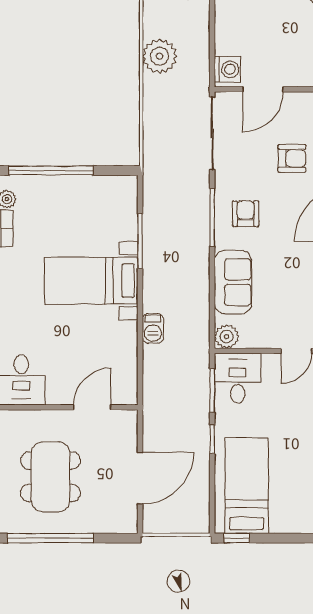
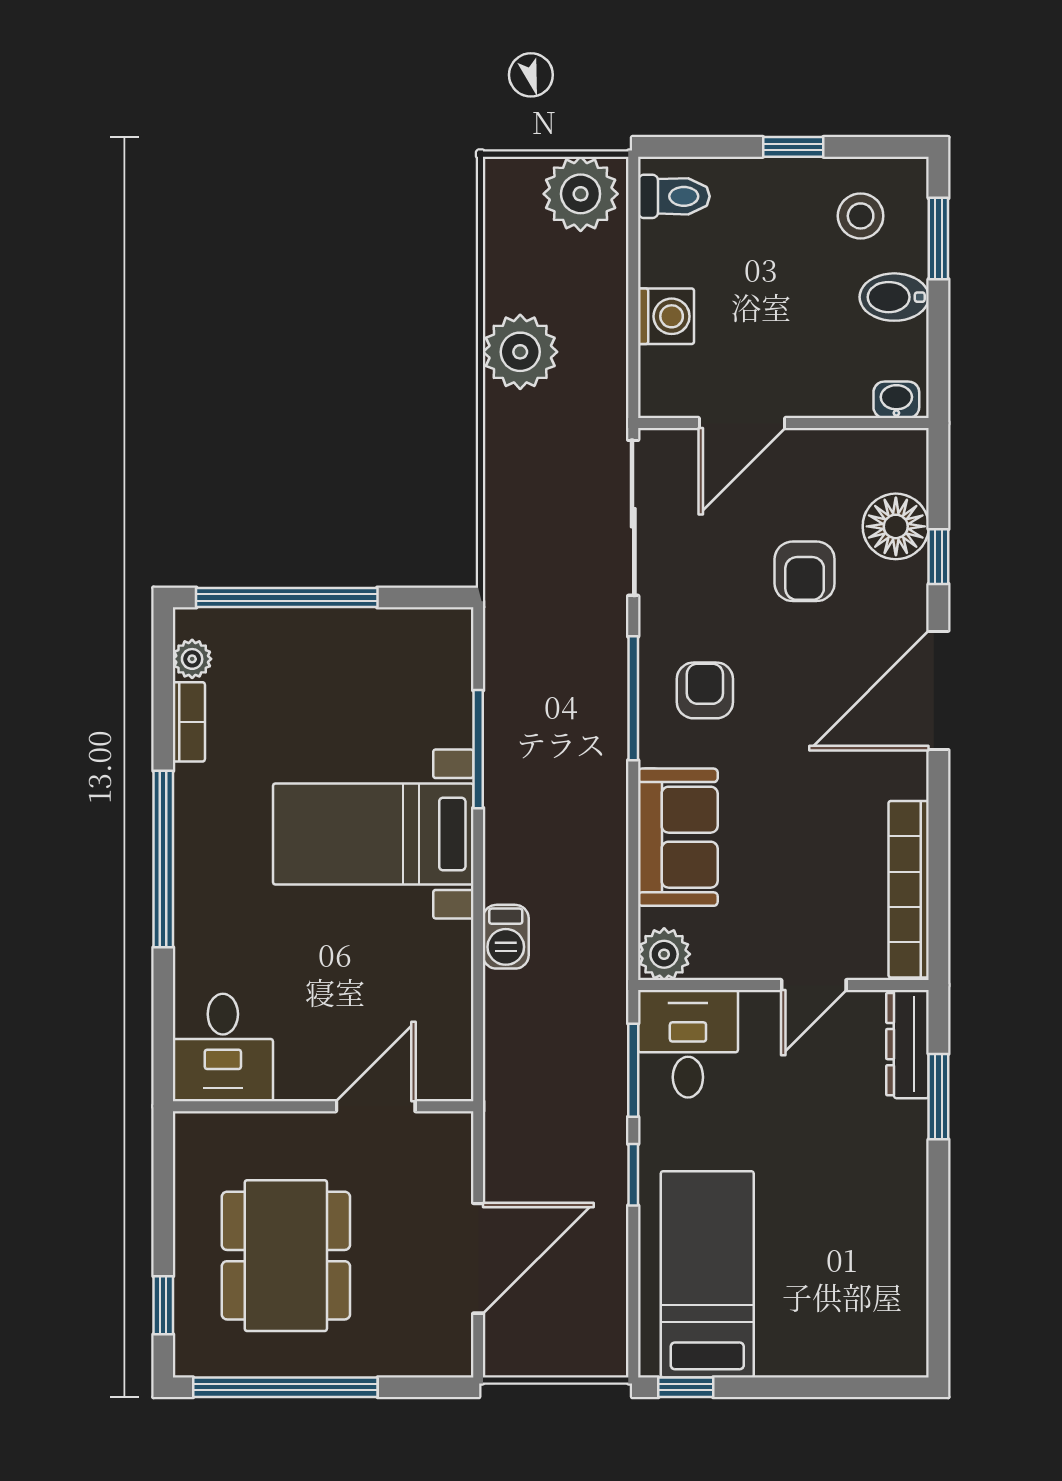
washing machine: (227, 69) -> (666, 316), moved
armchair: (292, 158) -> (805, 571), turned 90

